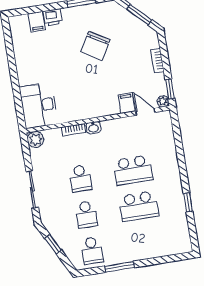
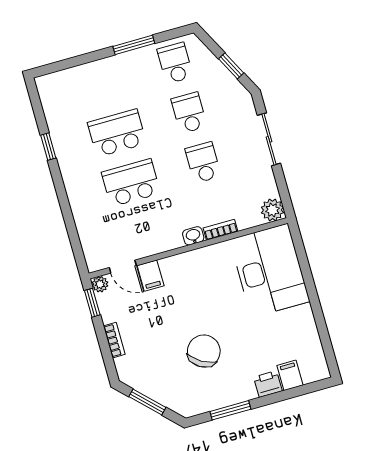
desk: (39, 105) -> (270, 271), width x1.36, depth x1.30

